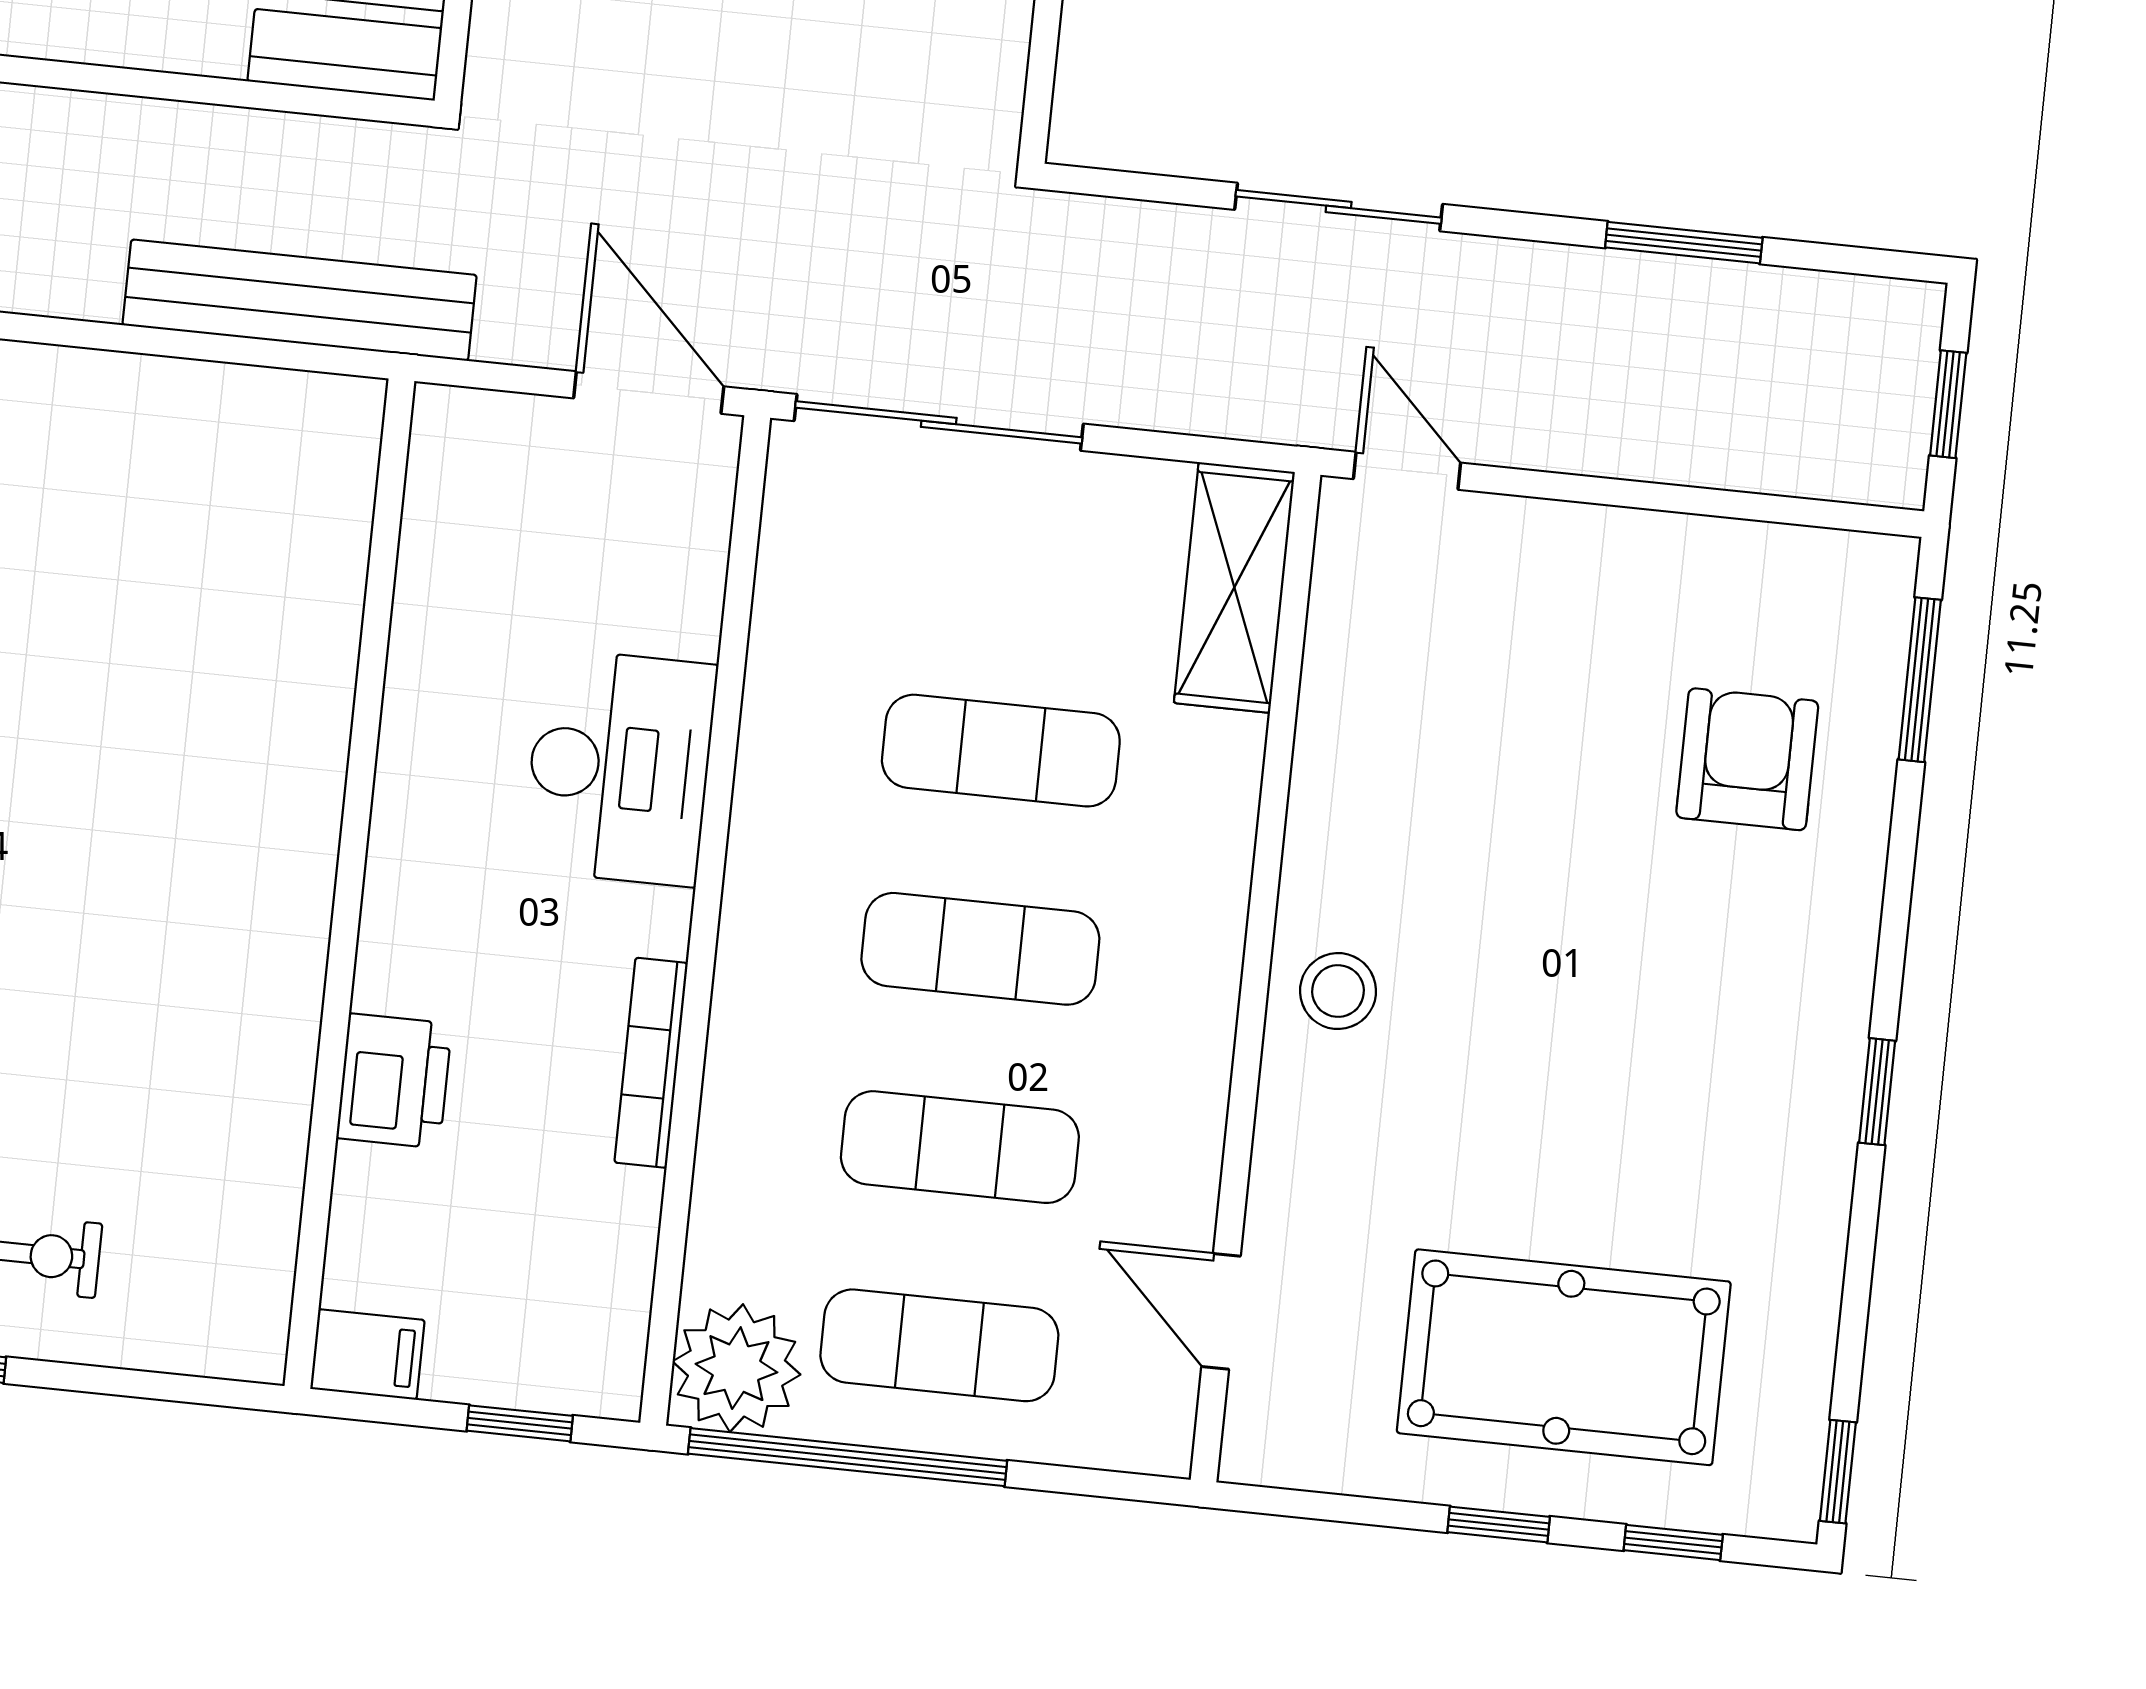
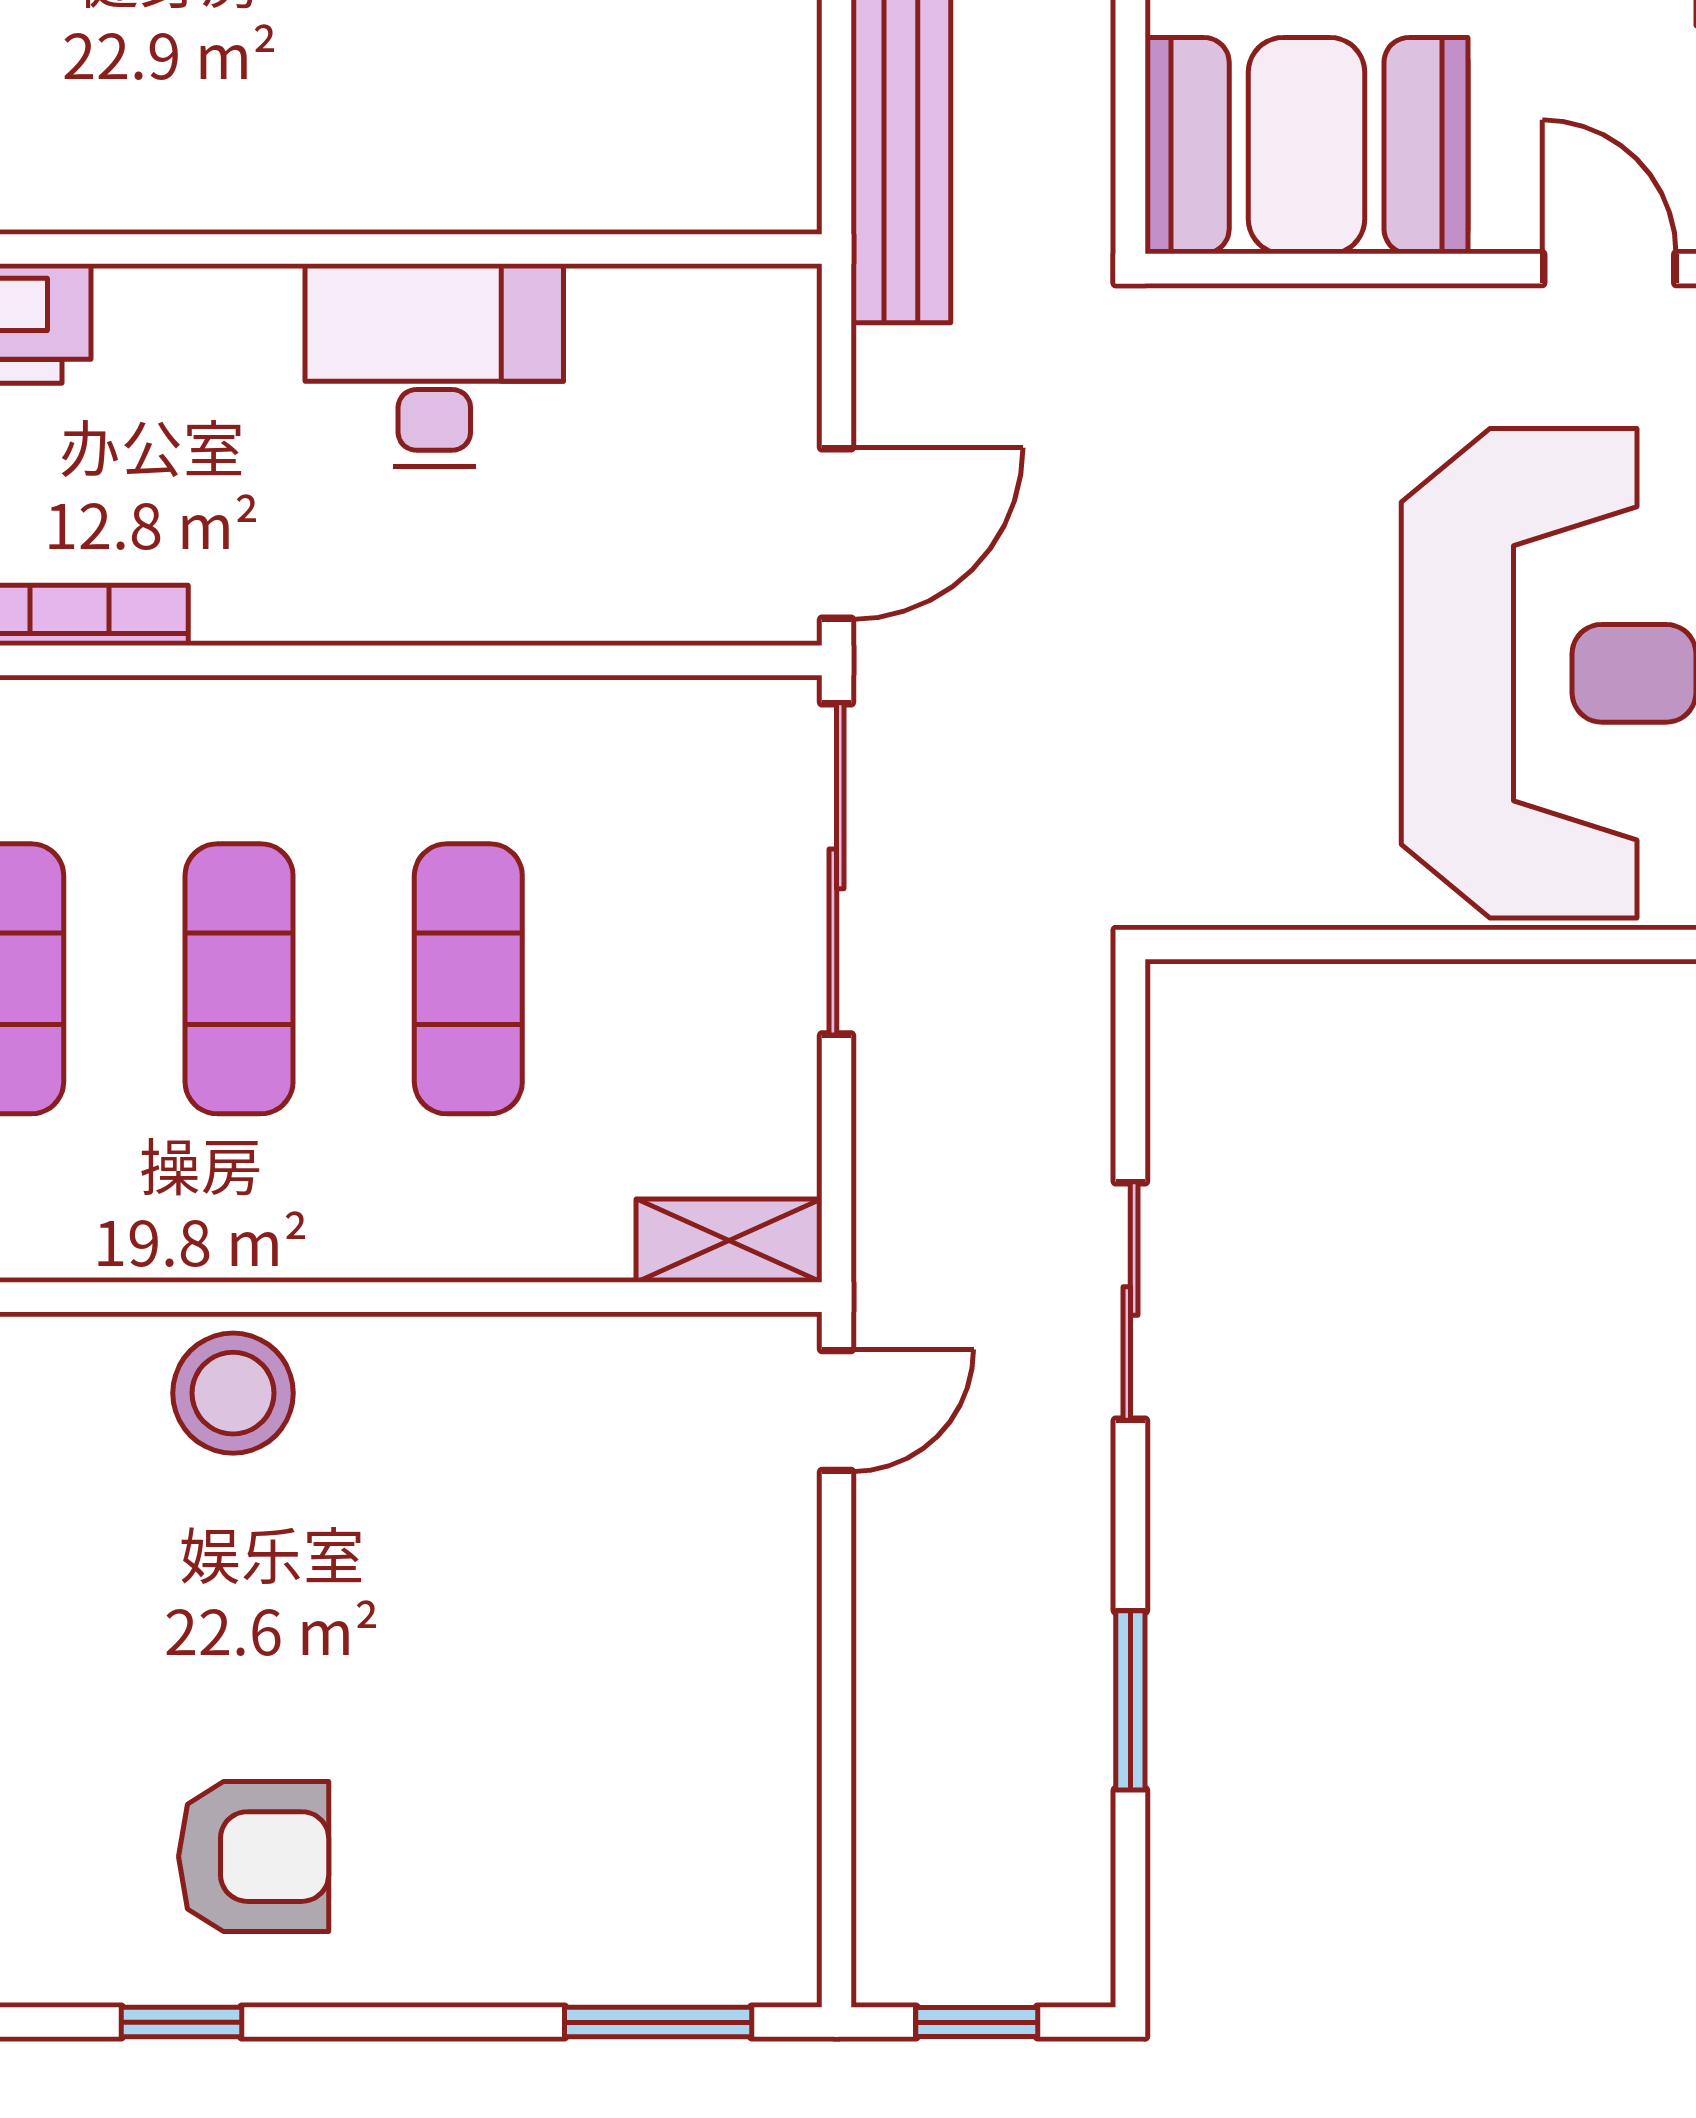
shelving: (1234, 588) -> (729, 1241), width x0.67, depth x0.75
armchair: (1747, 759) -> (254, 1857), moved
desk: (619, 767) -> (434, 365), moved, turned 180
stool: (1338, 991) -> (233, 1393), width x1.38, depth x1.38

